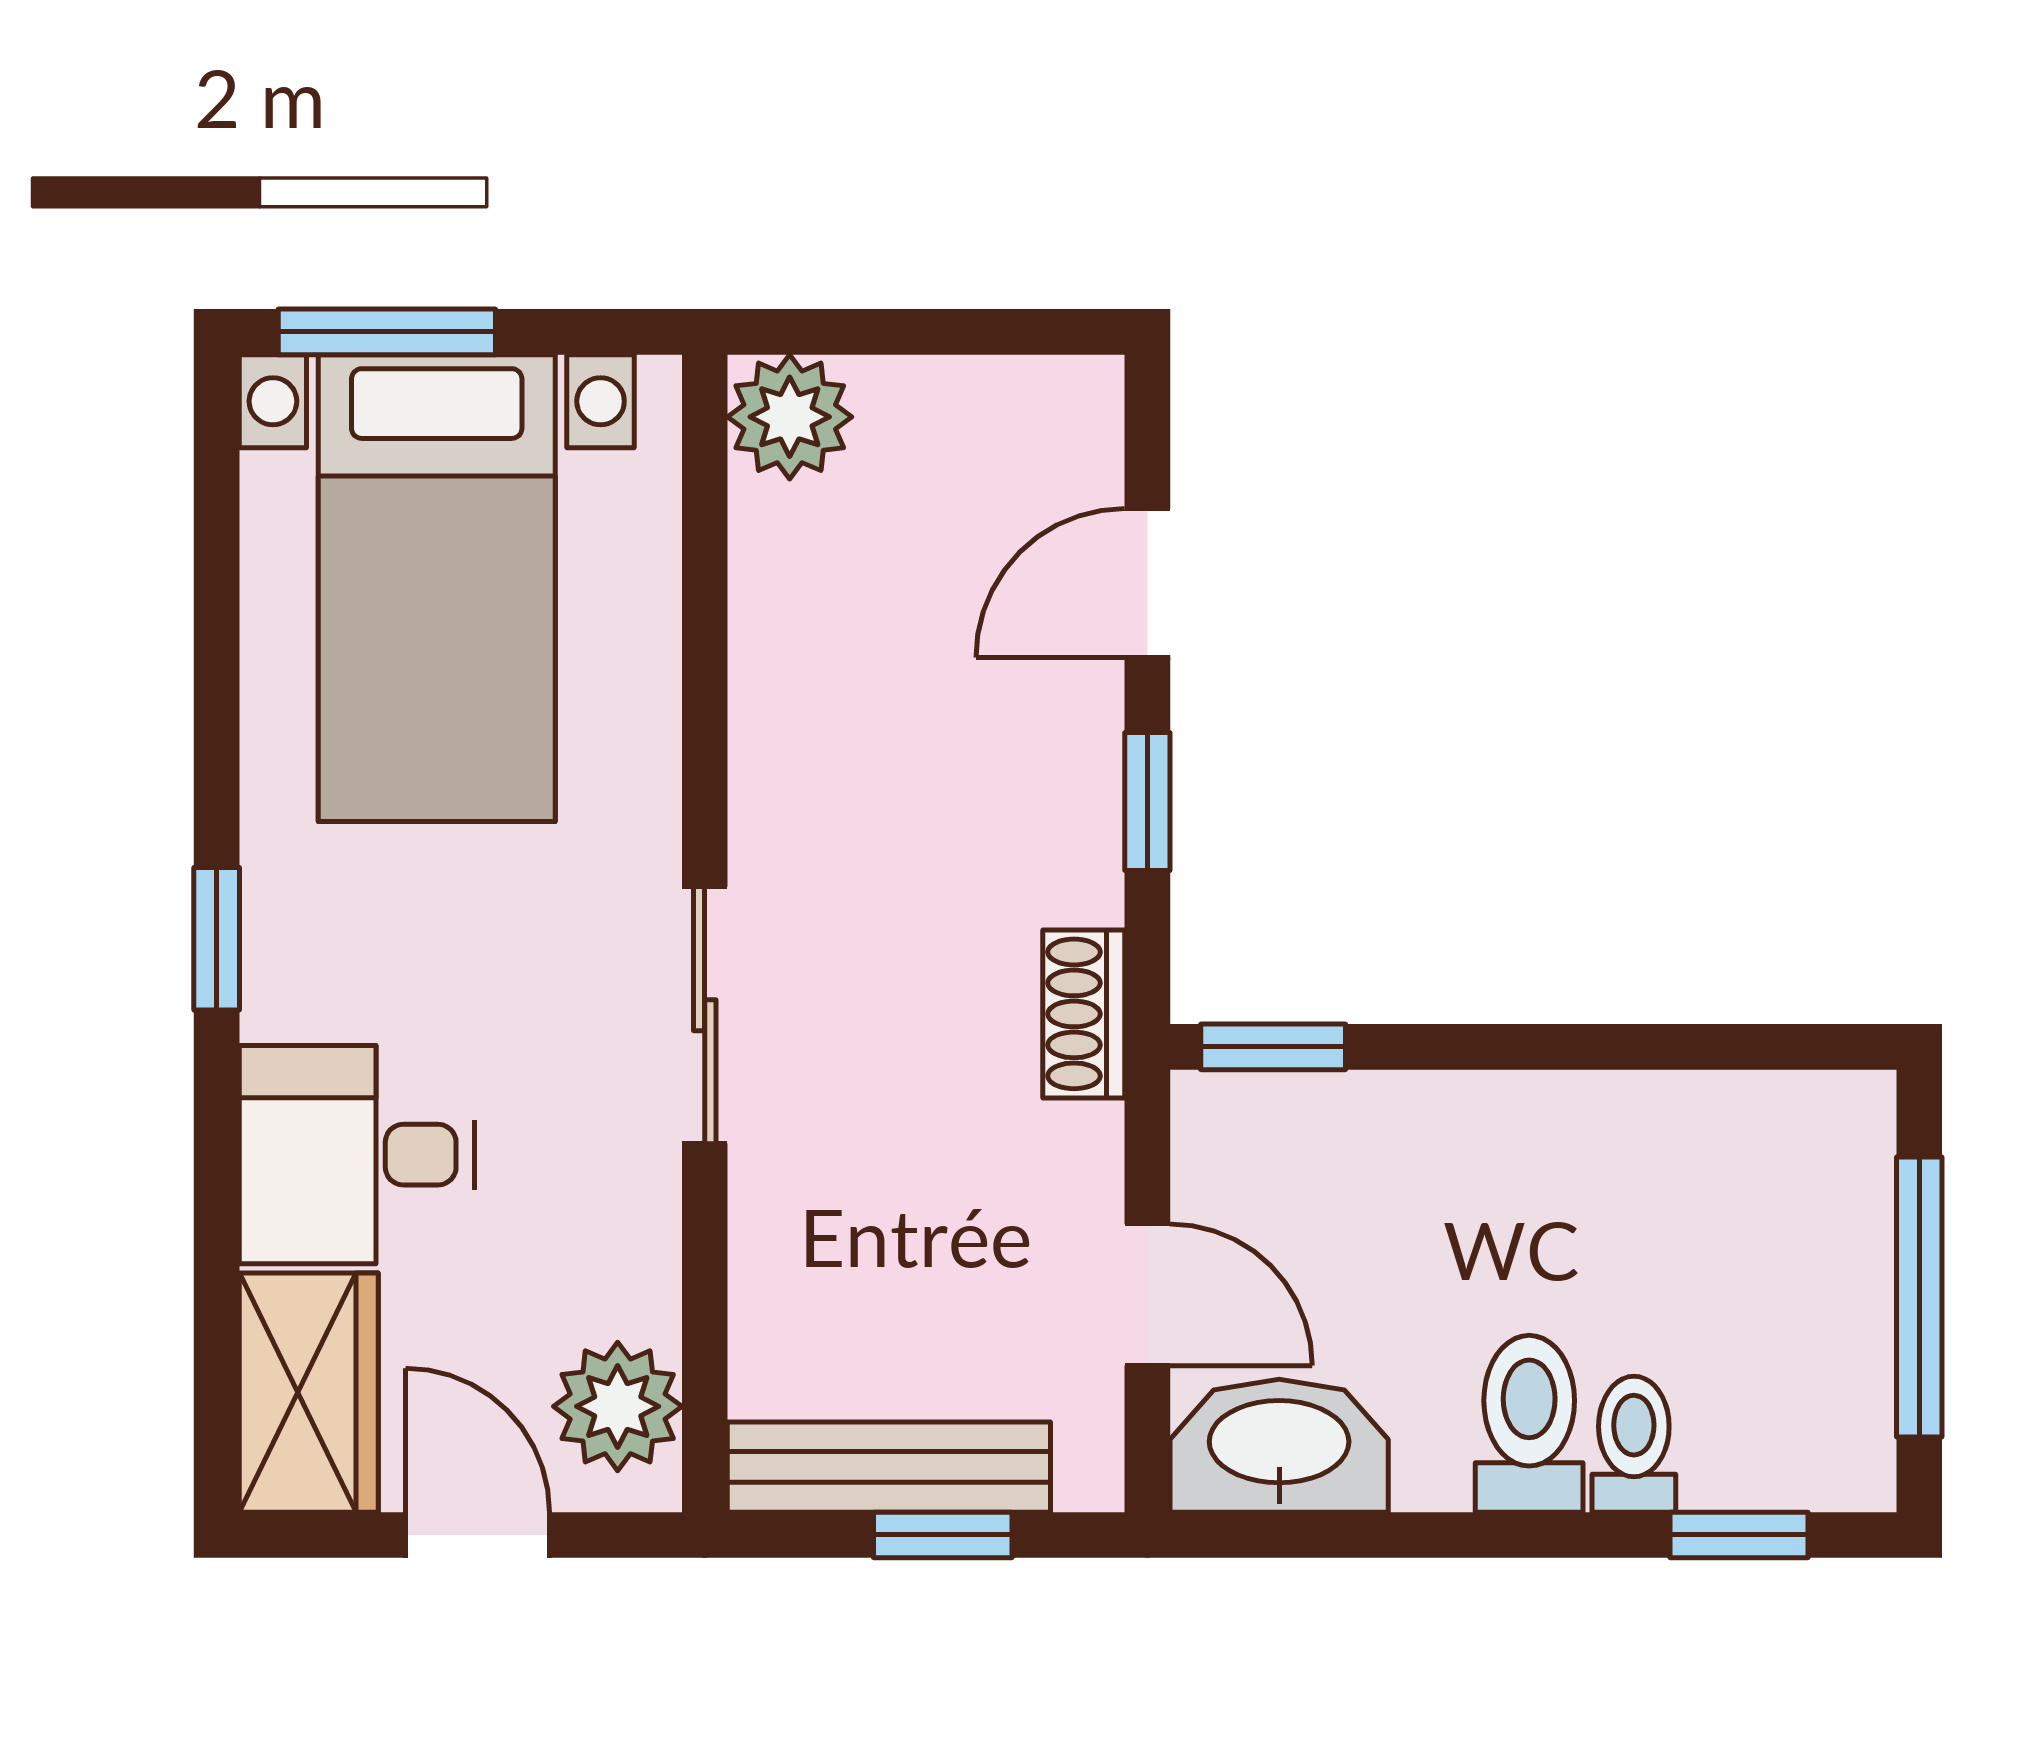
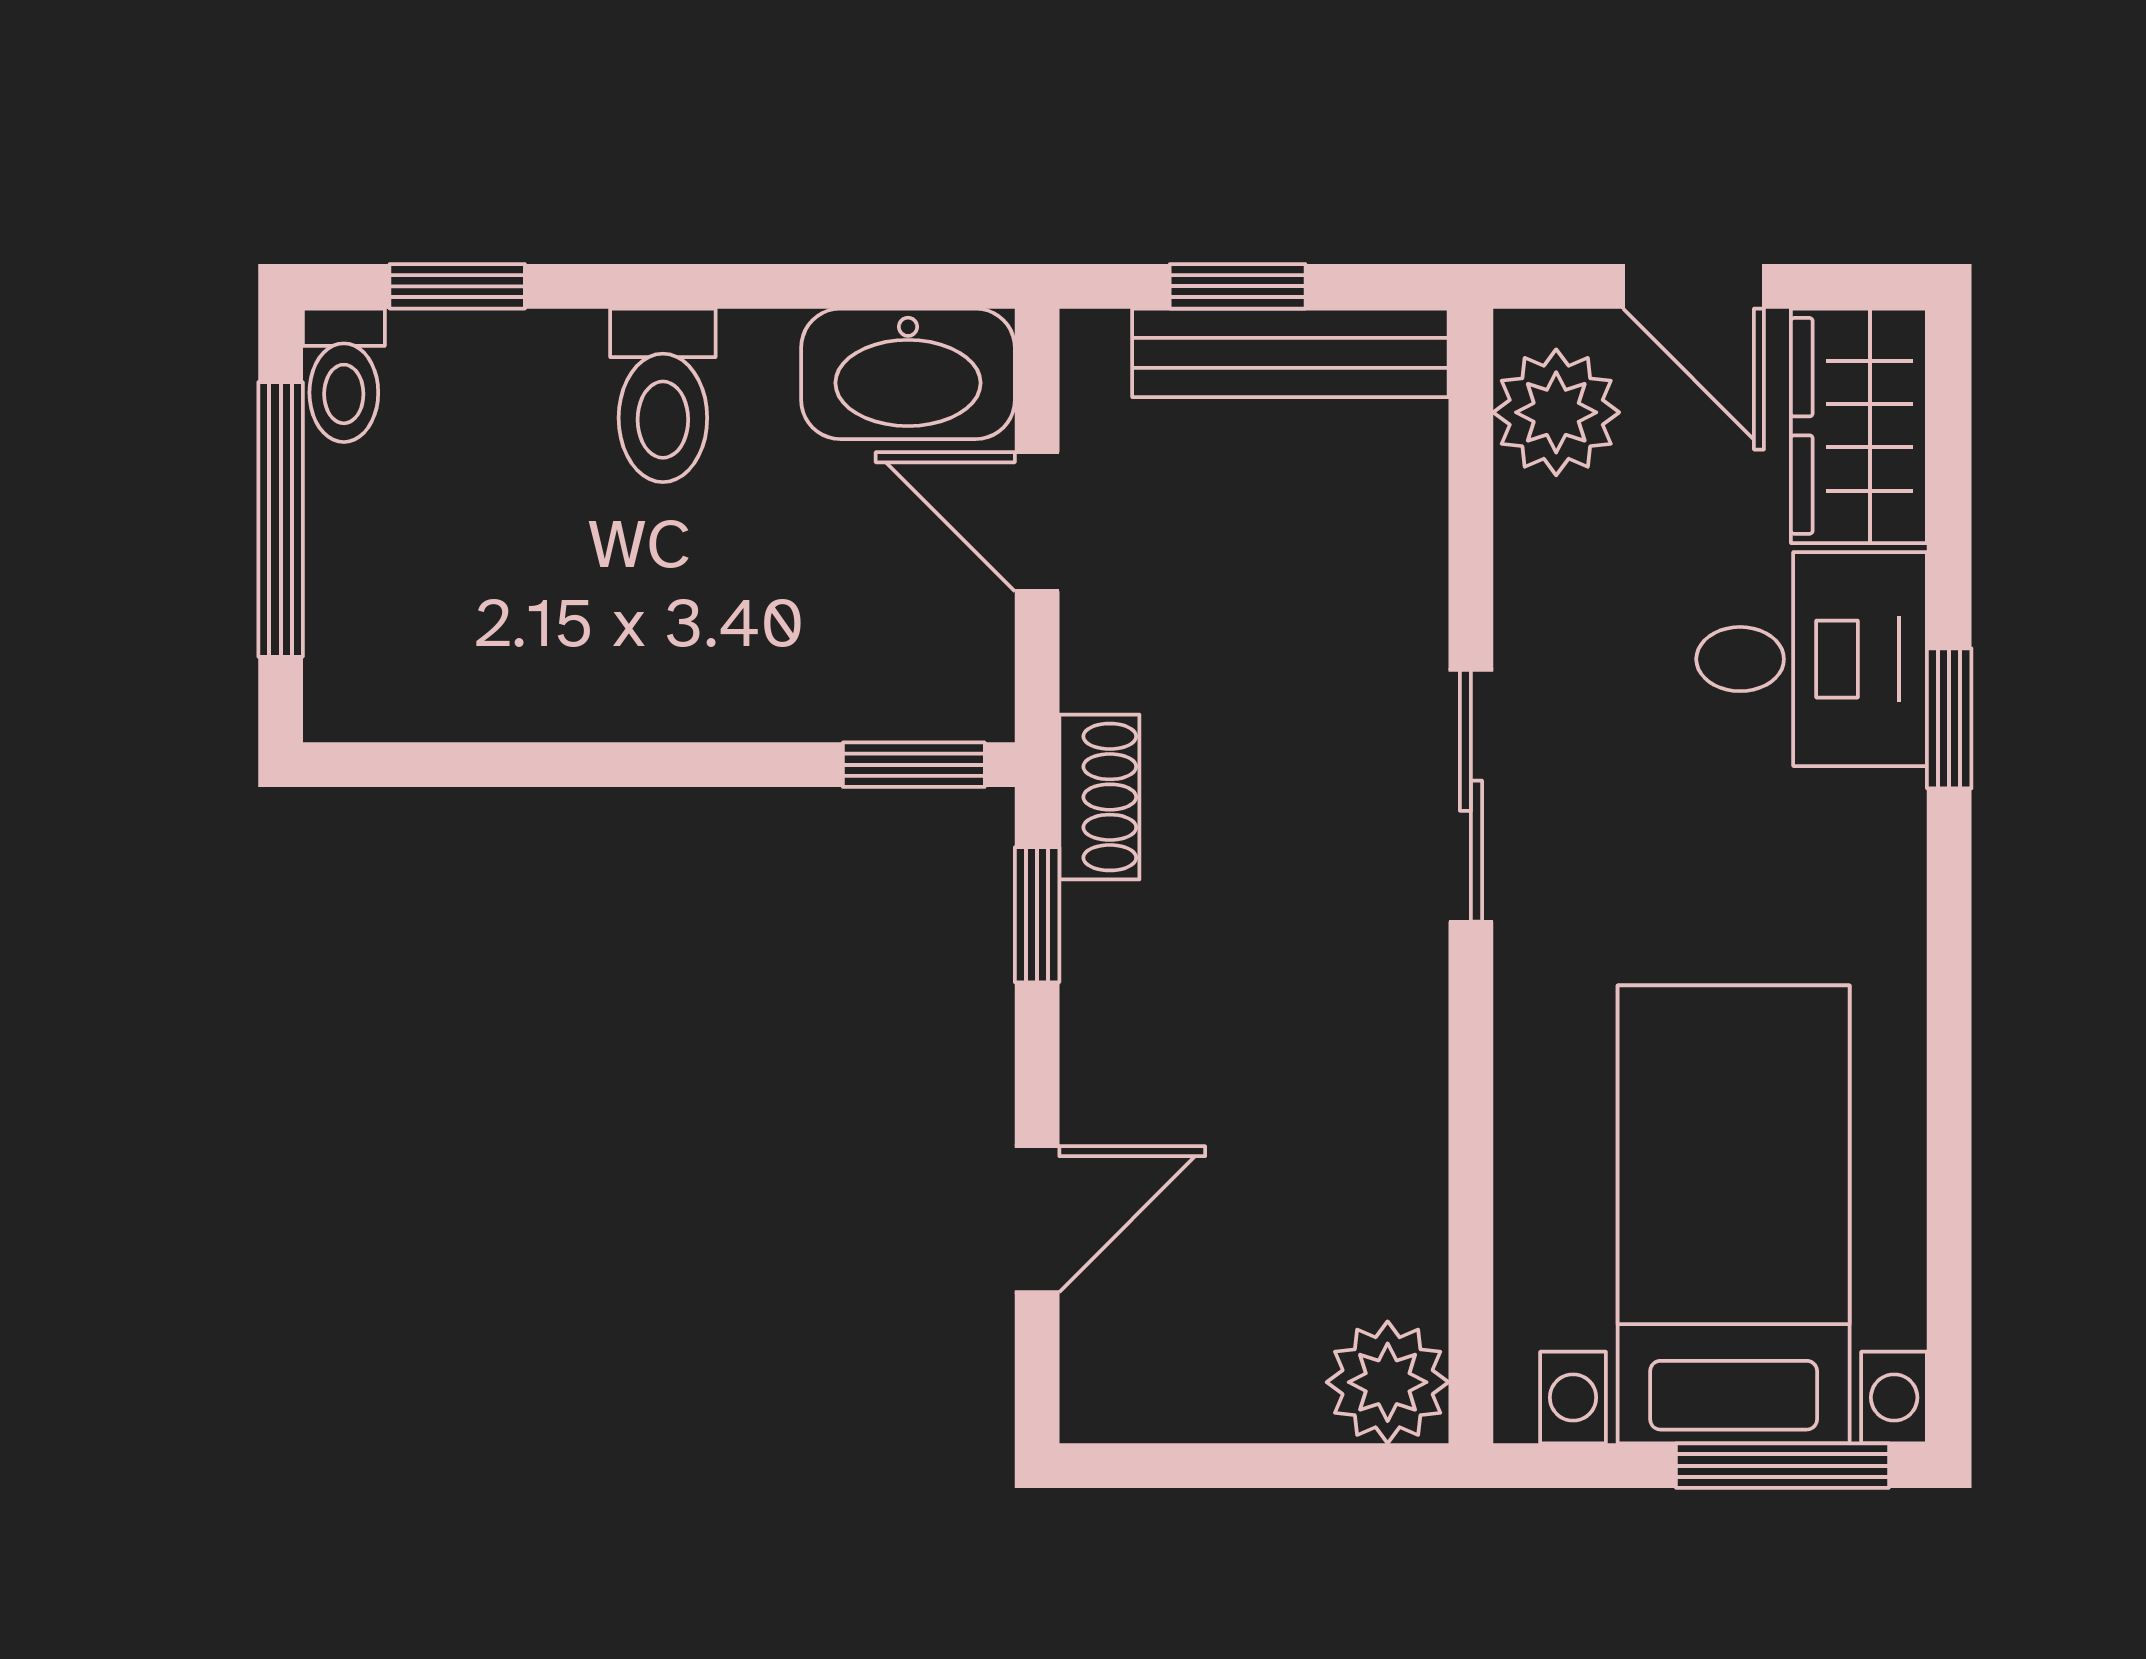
window: (1147, 802) -> (1037, 915), moved
window: (217, 939) -> (1949, 718), moved
toilet: (1634, 1444) -> (344, 375), moved

